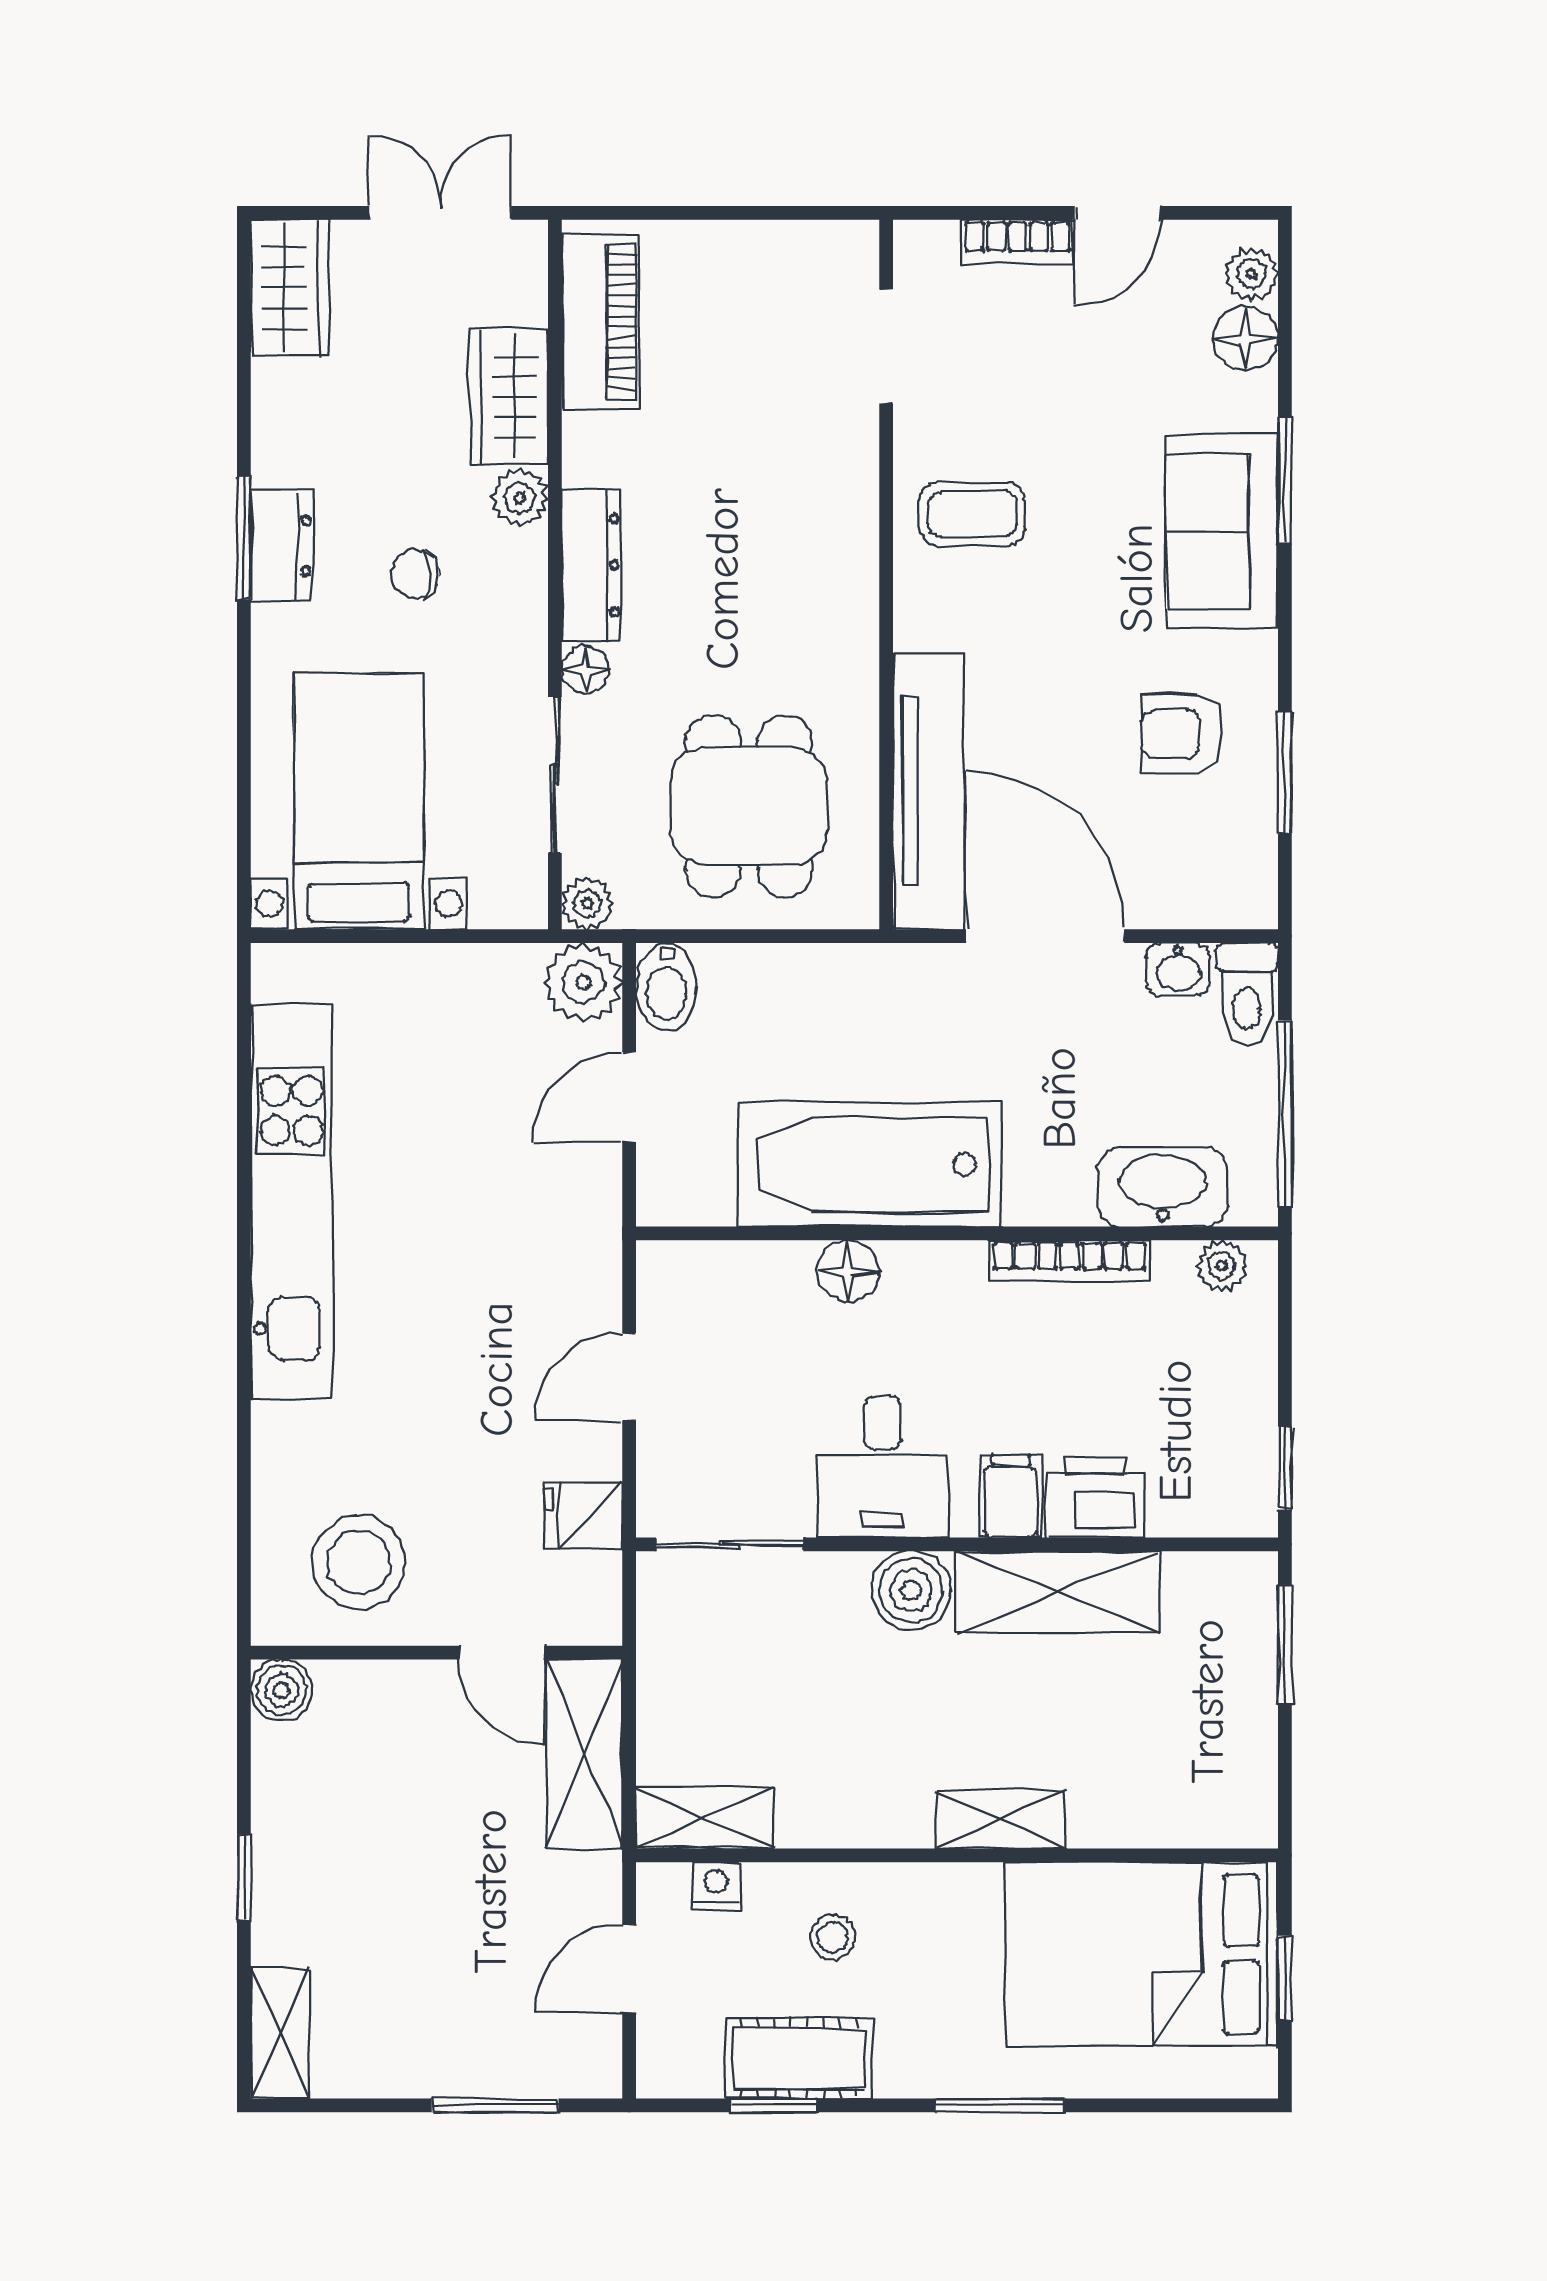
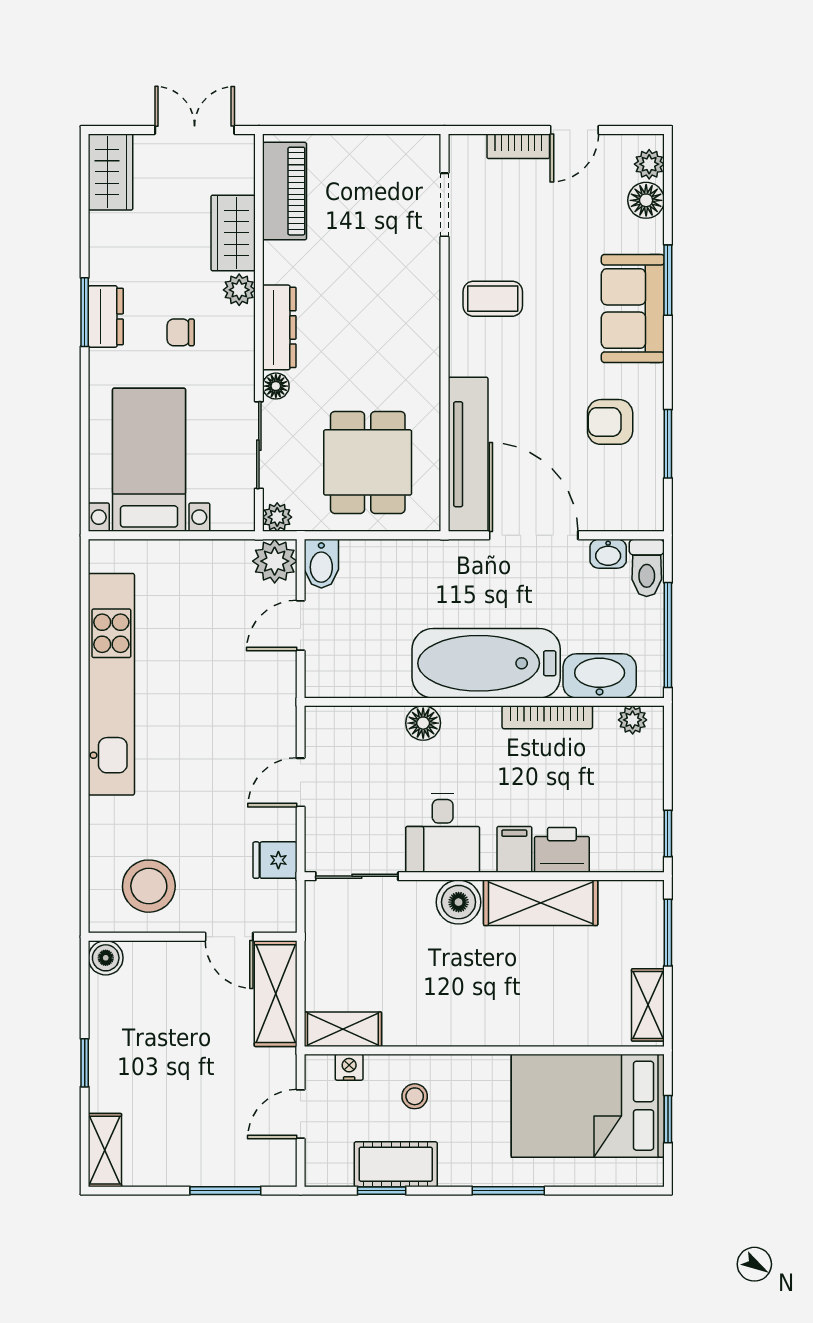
bathtub: (869, 1164) -> (486, 663), moved
shelving: (1000, 1819) -> (648, 1005), moved, turned 90

